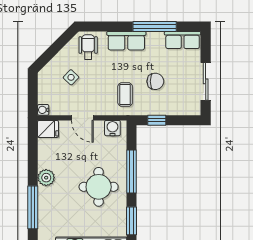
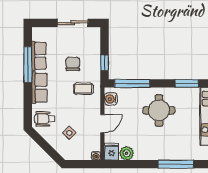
row of seats: (183, 40) -> (39, 56), moved
window: (132, 171) -> (132, 83), moved
plant: (46, 178) -> (127, 153), moved

